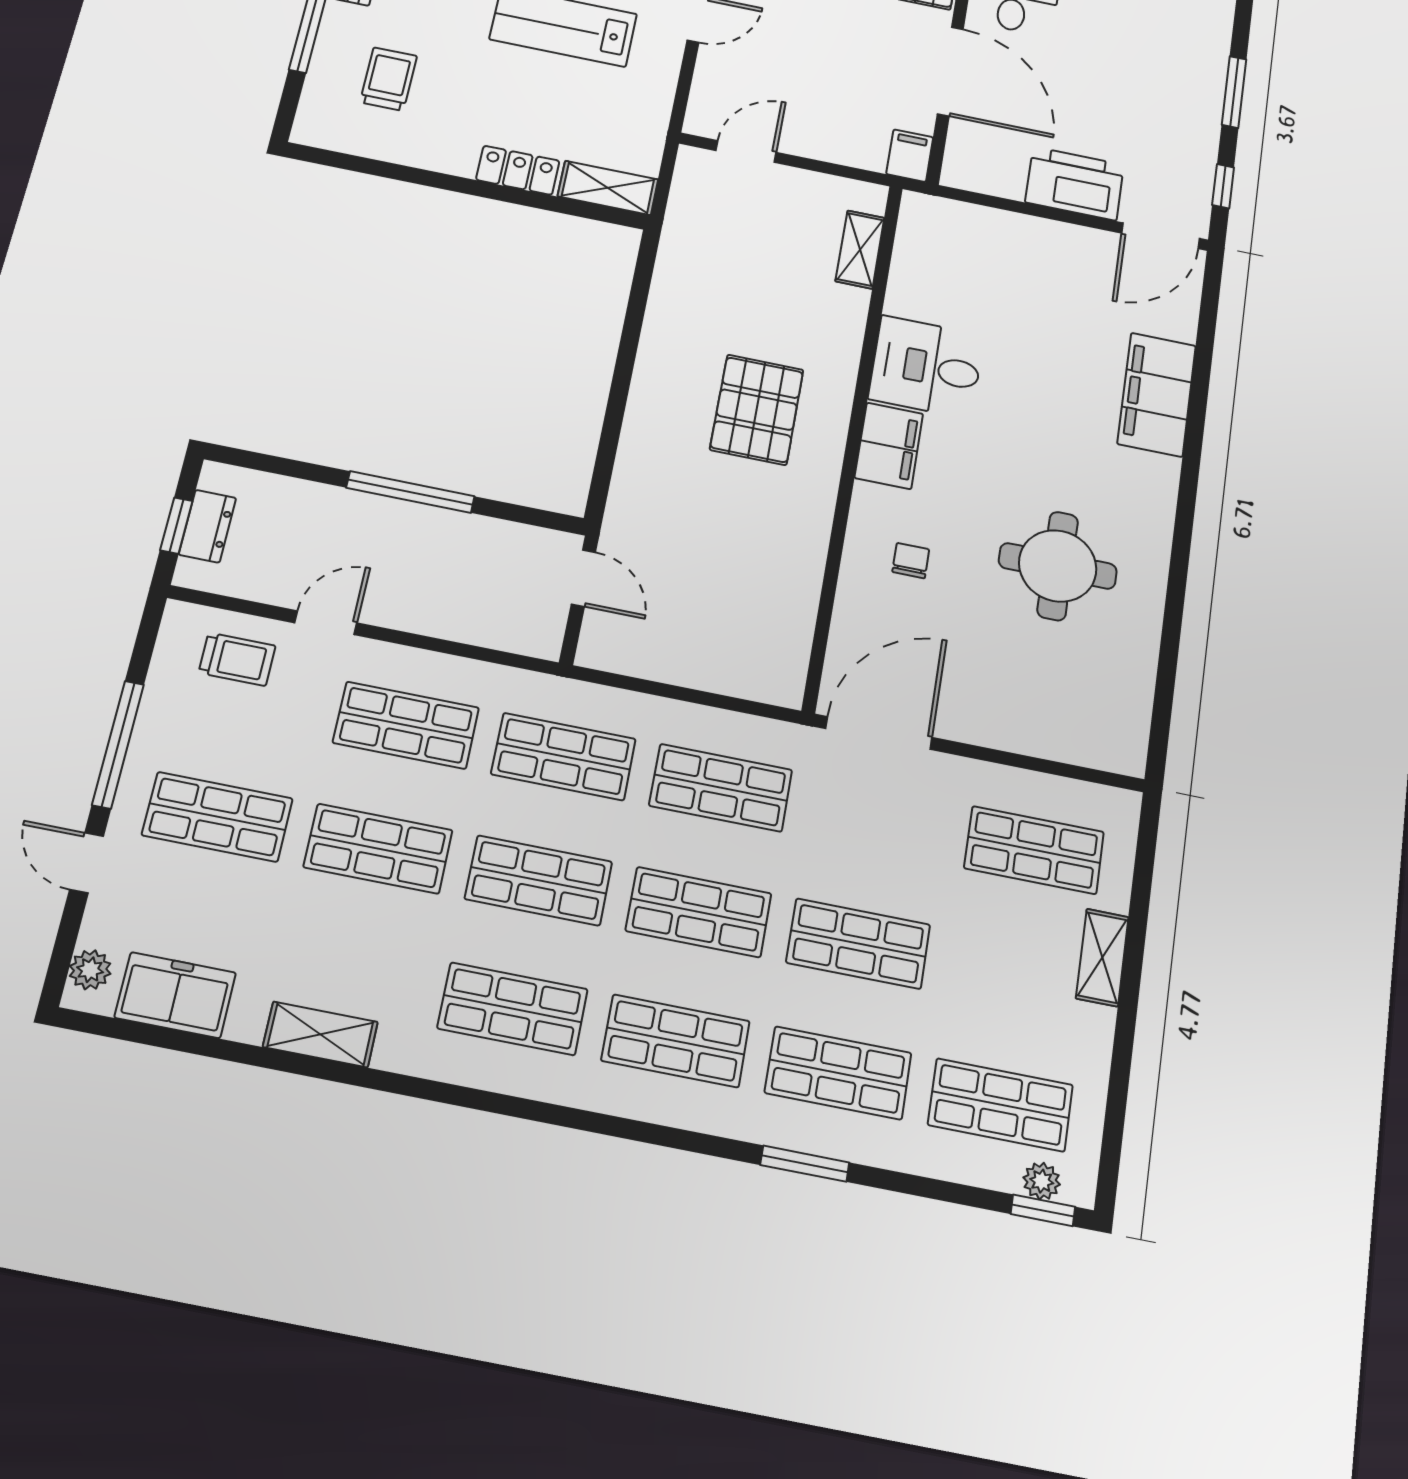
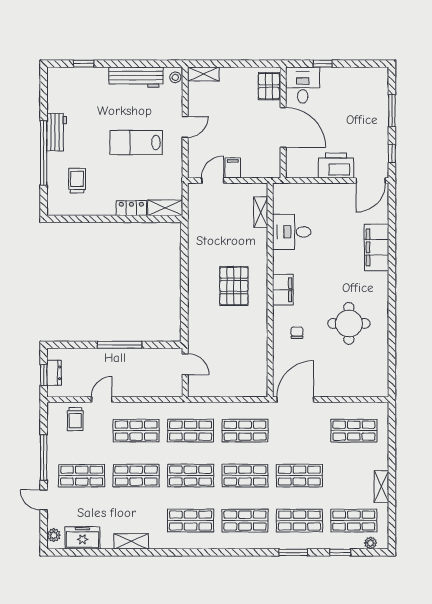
filing cabinet: (910, 156) -> (233, 168), moved
desk: (926, 367) -> (292, 232), moved
trolley: (237, 659) -> (75, 419), turned 90
shelving: (1102, 958) -> (381, 487), moved
window: (1043, 1210) -> (340, 552), moved

